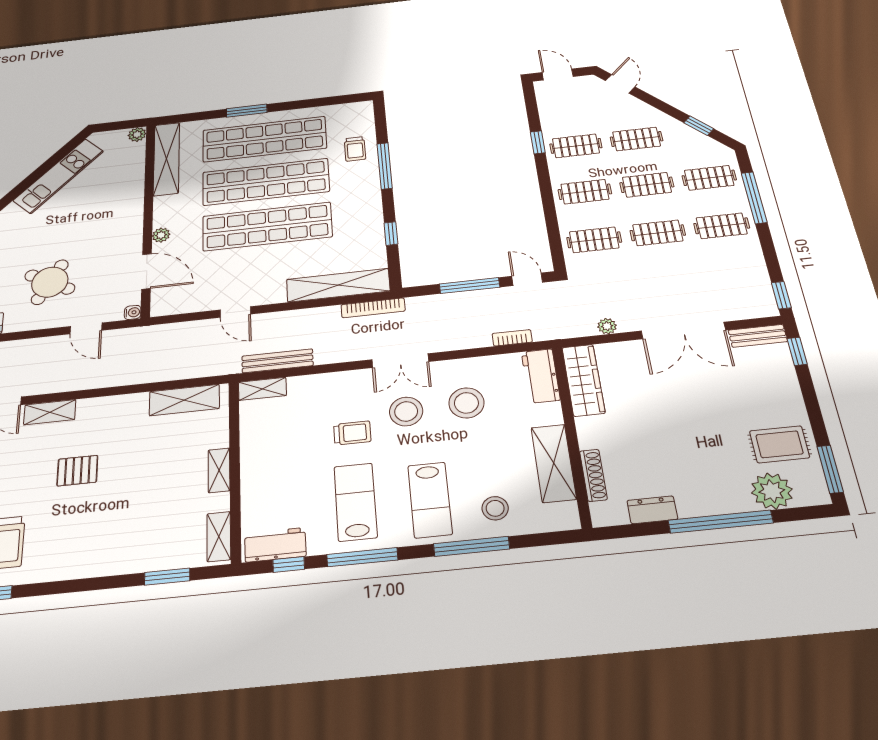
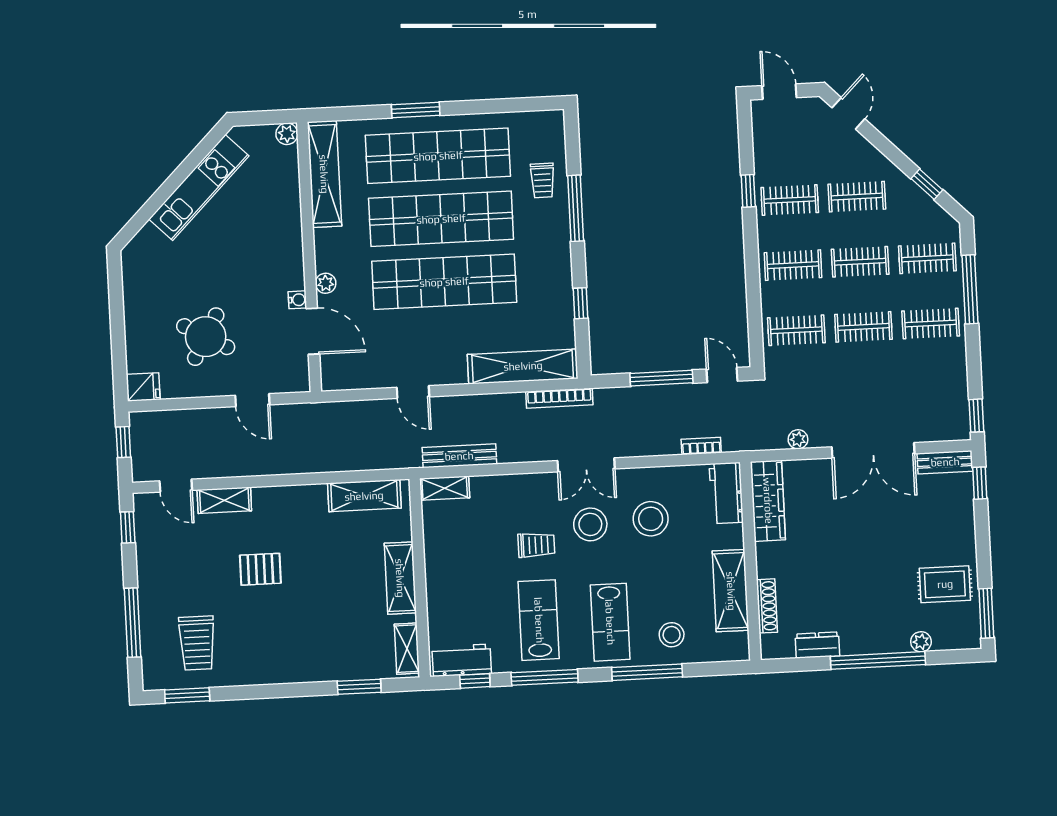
water cooler: (133, 312) -> (297, 300), moved
shelving: (219, 470) -> (400, 578), width x1.50, depth x1.33
plant: (772, 491) -> (921, 642), width x0.53, depth x0.53

